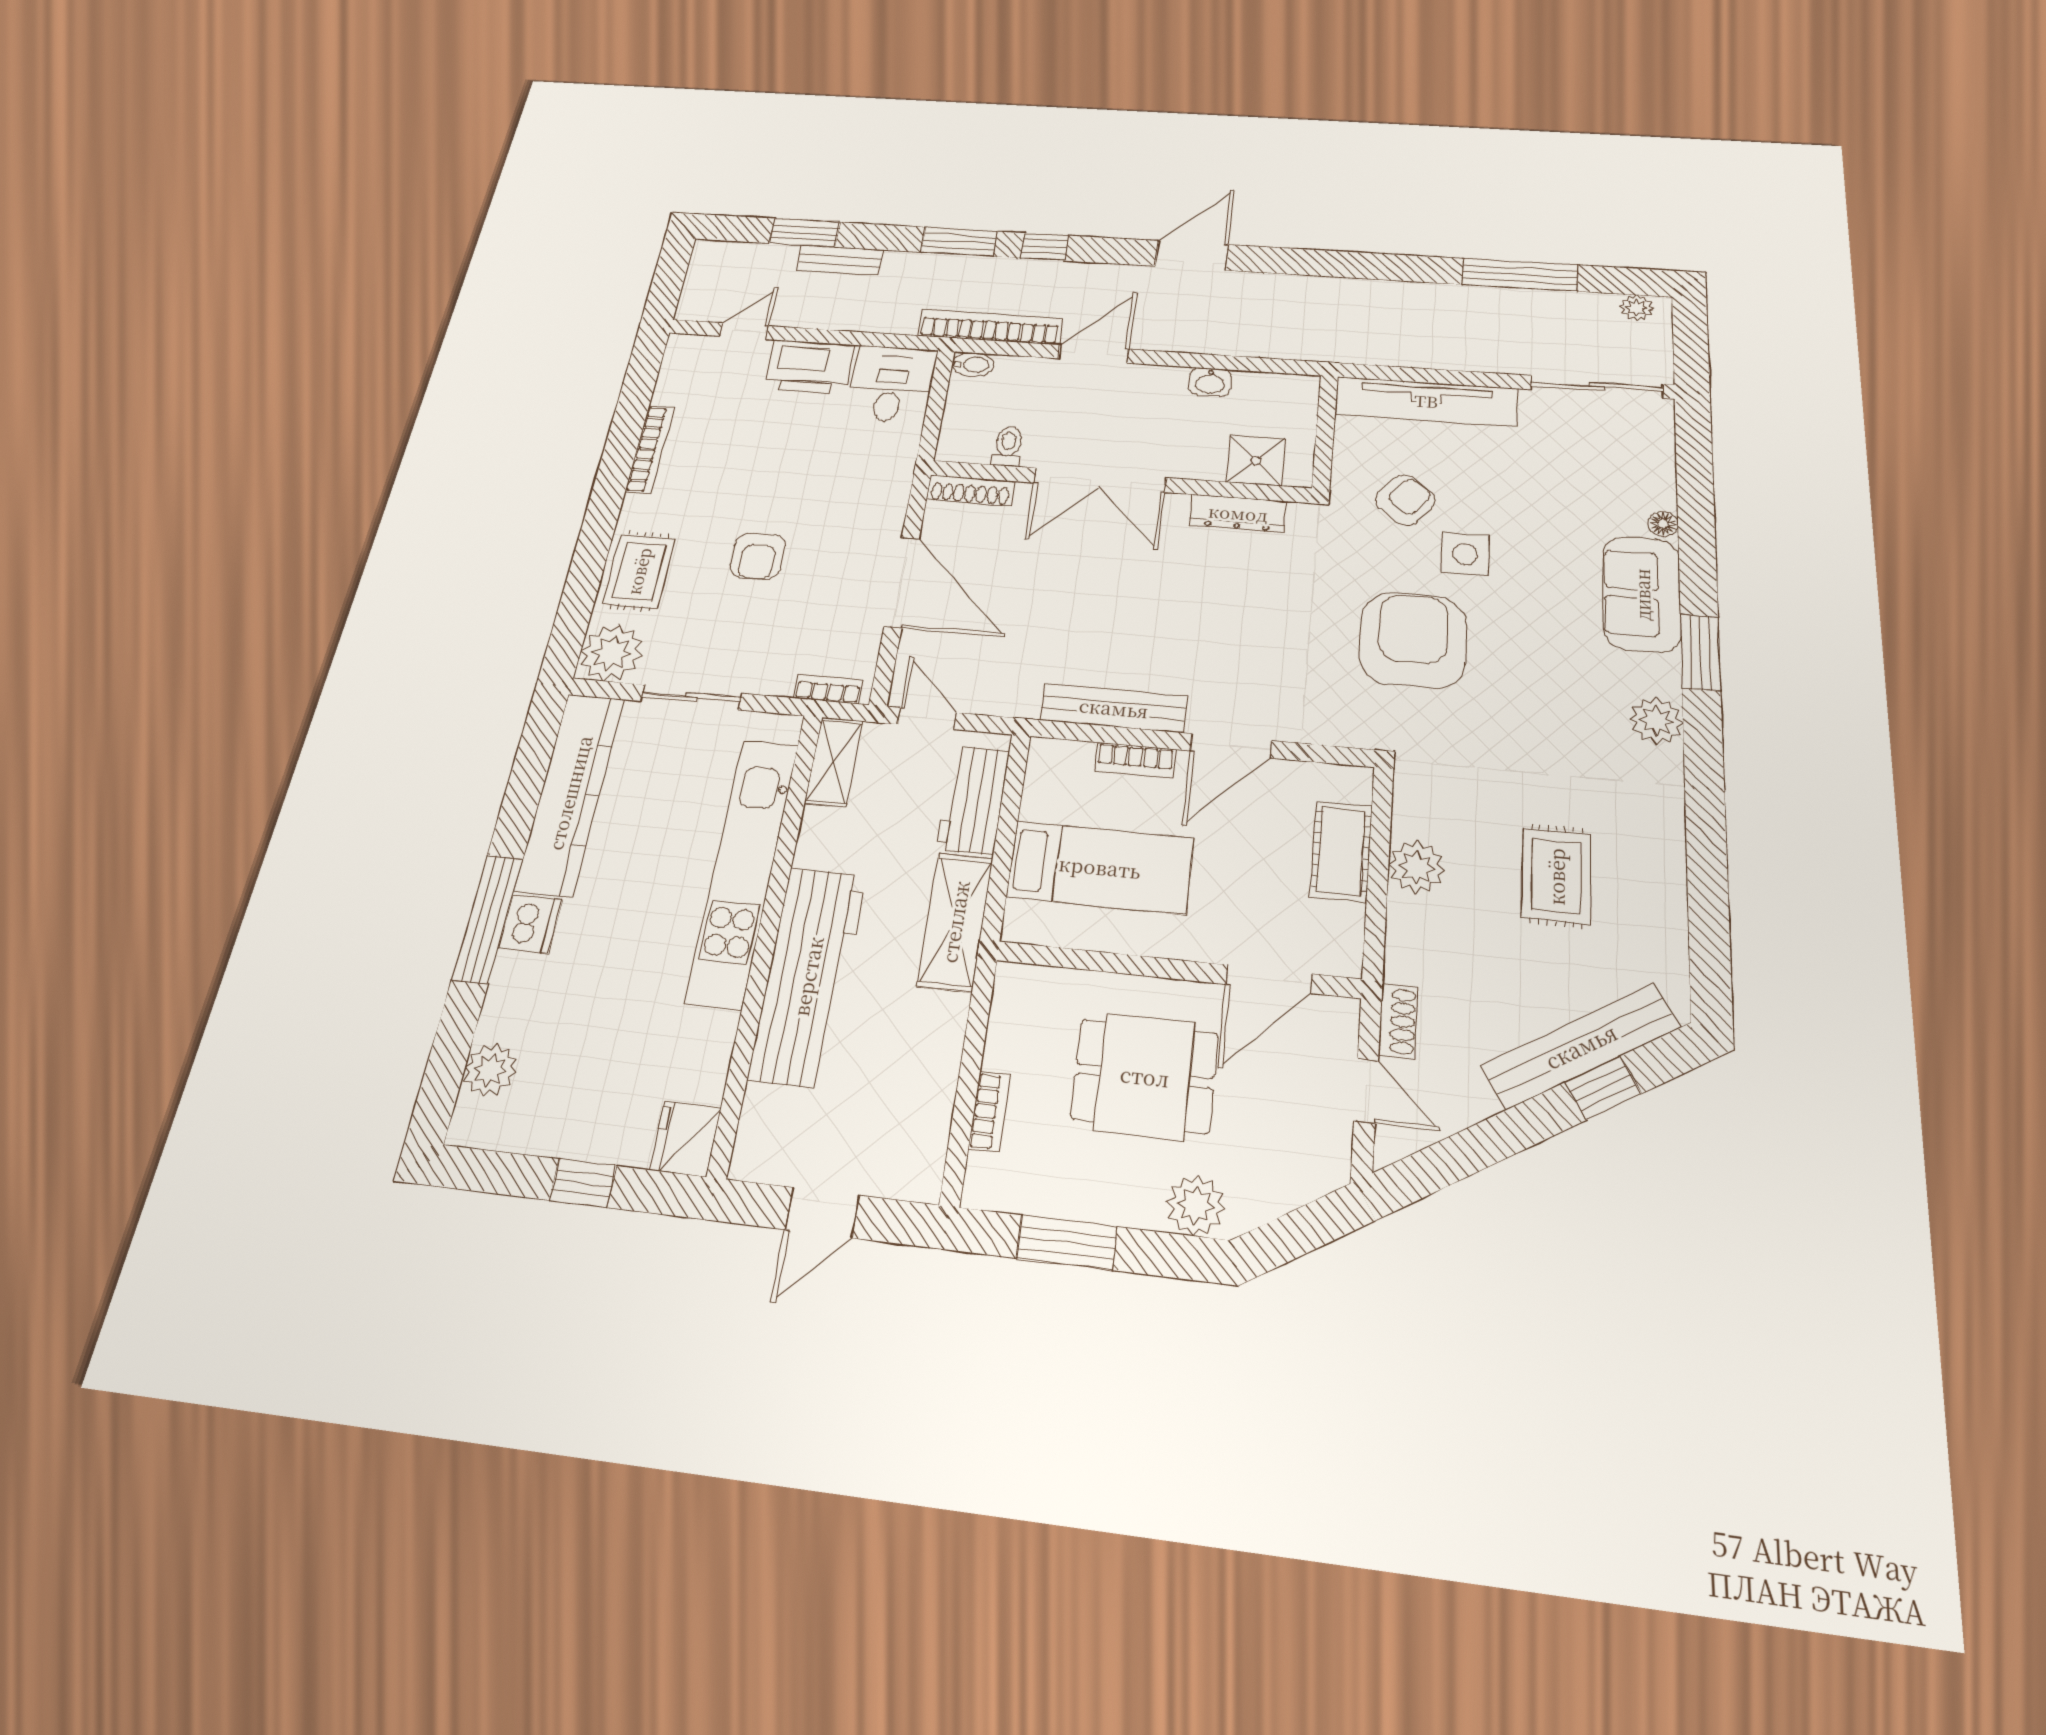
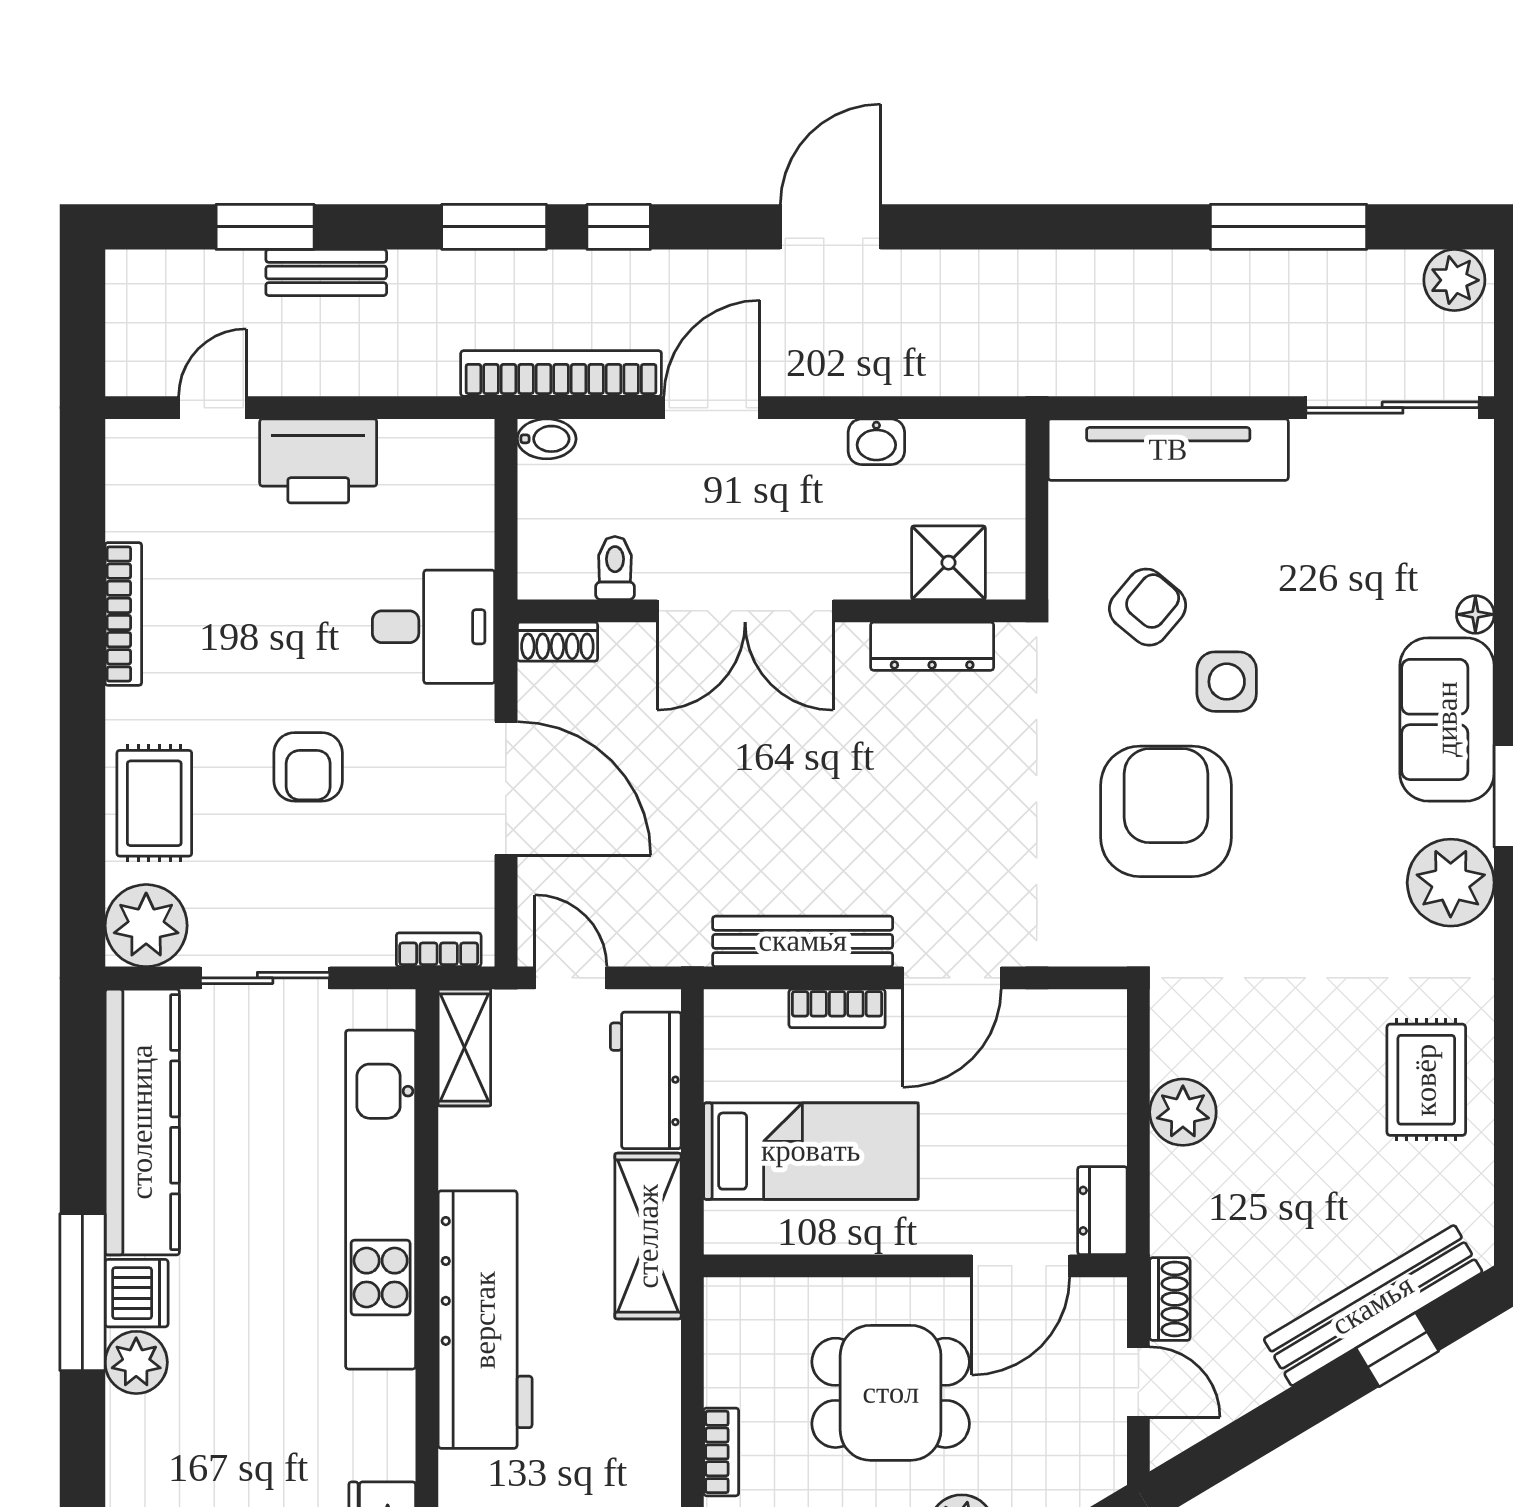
plant: (1637, 308) -> (1454, 280), width x1.38, depth x1.38
desk: (891, 384) -> (434, 627), moved, turned 90
shoe rack: (970, 490) -> (557, 642), width x0.70
plant: (1656, 721) -> (1451, 883), width x1.36, depth x1.36
cot: (1341, 851) -> (1094, 1101), removed
rug: (1556, 876) -> (1426, 1080), moved
dresser: (1343, 940) -> (1102, 1211), added
plant: (490, 1070) -> (136, 1362), moved

